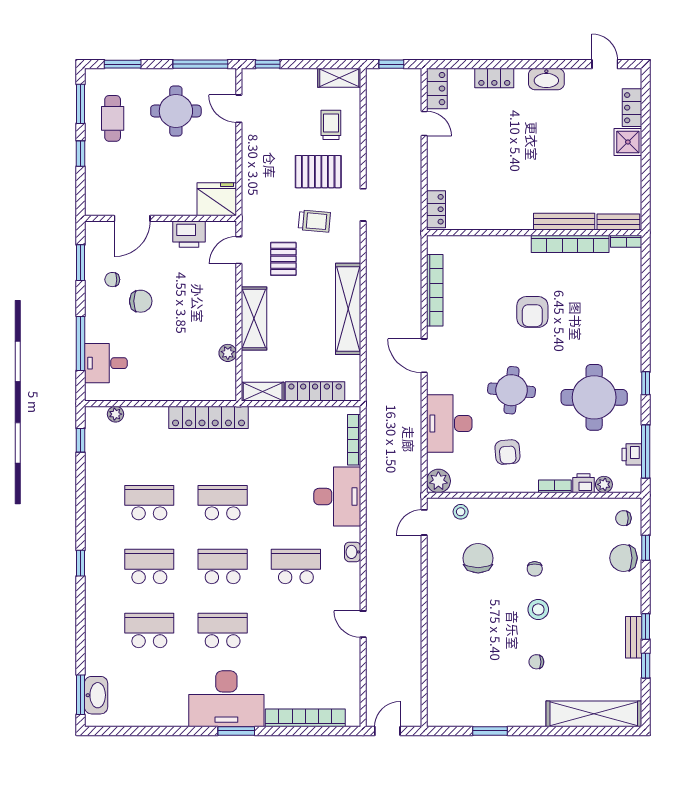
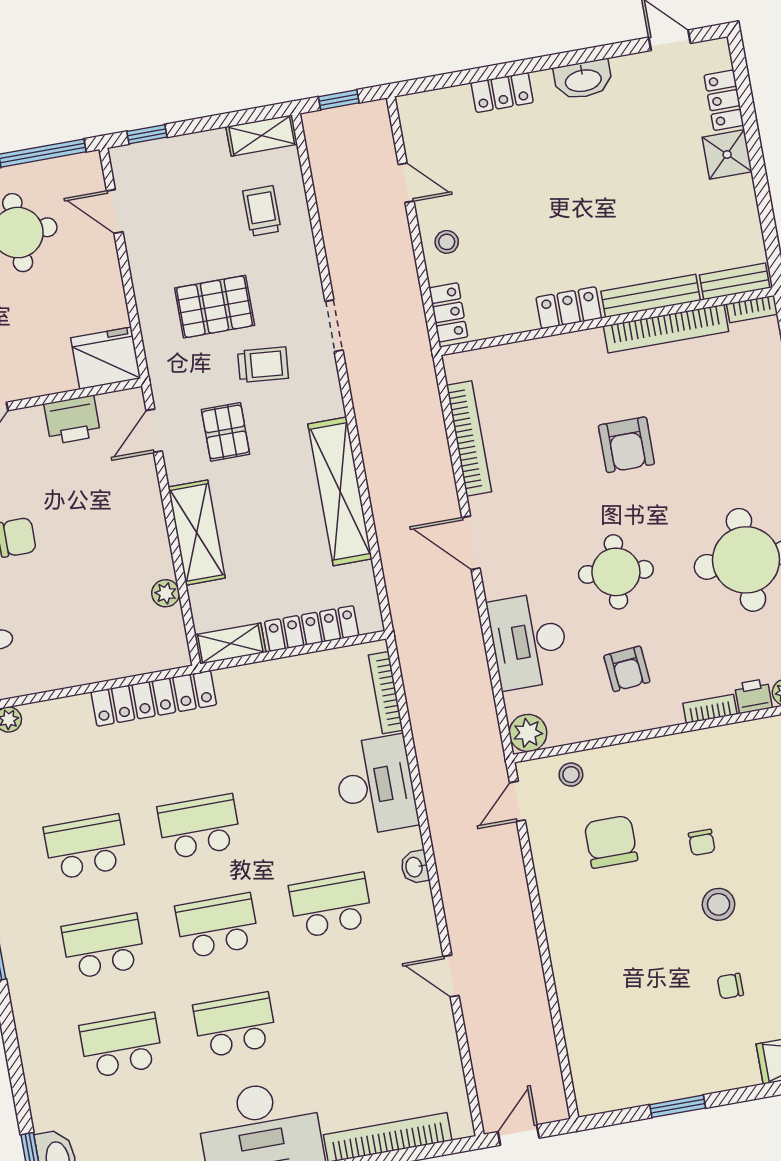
locker: (437, 89) -> (569, 308), moved, turned -90
stool: (443, 165) -> (447, 242), added
pallet: (318, 172) -> (215, 307), moved

